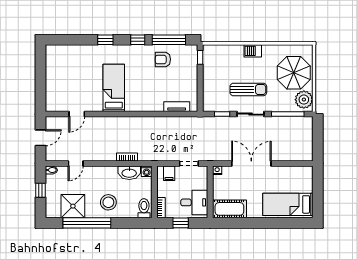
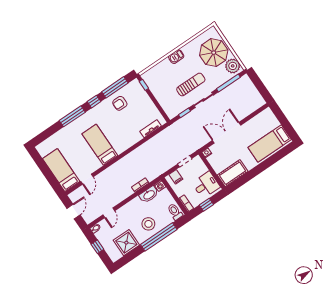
window: (105, 40) -> (72, 116), width x2.17
bed: (57, 87) -> (61, 170), added
window: (87, 223) -> (159, 237), moved

